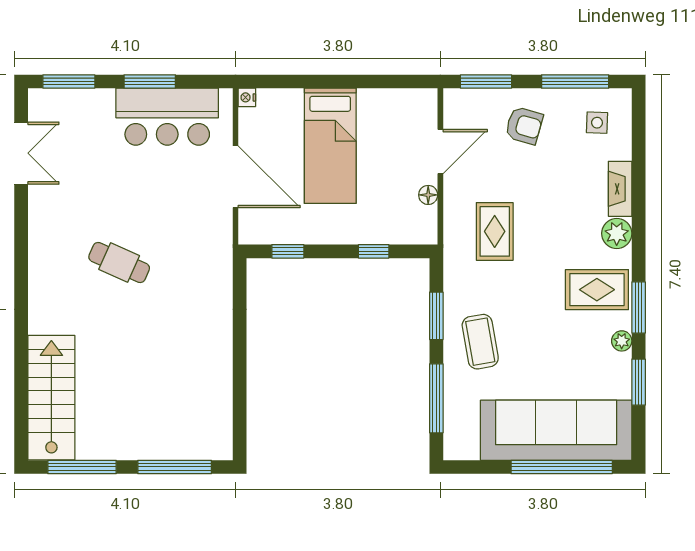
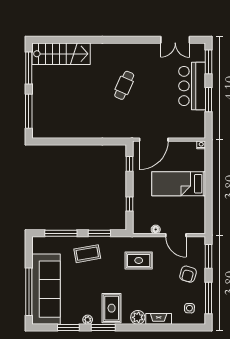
bar counter: (167, 117) -> (192, 86), moved
door: (236, 177) -> (154, 140), moved

